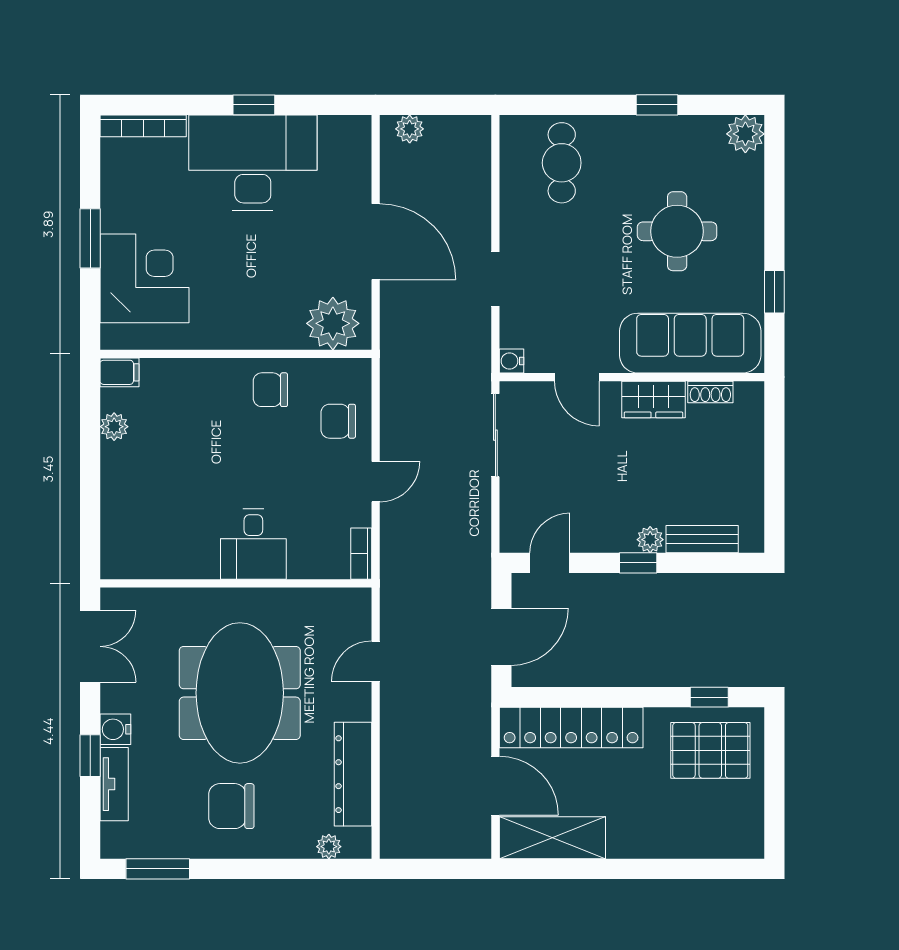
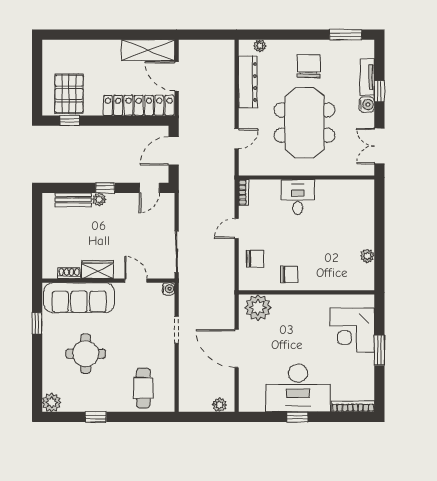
filing cabinet: (119, 372) -> (365, 283), removed
pallet: (710, 750) -> (69, 94), turned 90
chair: (231, 806) -> (309, 66), turned -90

